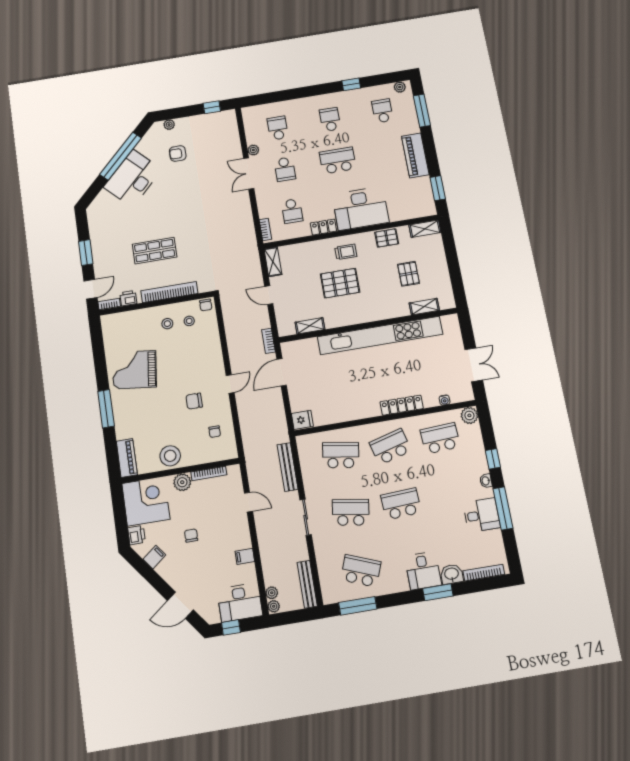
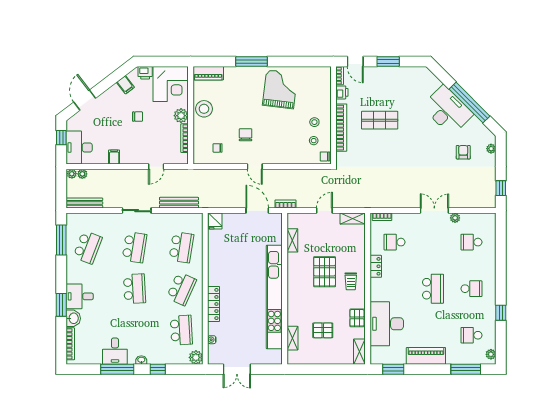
school desk: (382, 111) -> (471, 335), turned 180
school desk: (278, 128) -> (471, 242), turned 180
school desk: (285, 169) -> (433, 242), removed
desk: (361, 208) -> (387, 324), moved
shop shelf: (155, 251) -> (380, 120), turned 90
school desk: (390, 447) -> (181, 289), turned 39

